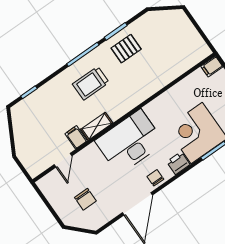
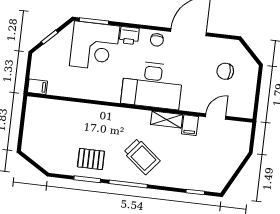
trolley: (91, 83) -> (142, 157), turned 39
chair: (85, 199) -> (225, 71), turned -90

